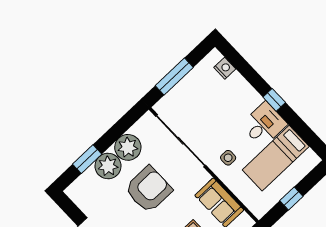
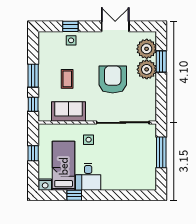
nightstand: (225, 68) -> (45, 185), moved
window: (274, 100) -> (74, 195), moved
plant: (128, 147) -> (147, 49), moved
armchair: (148, 189) -> (113, 79), turned 180

